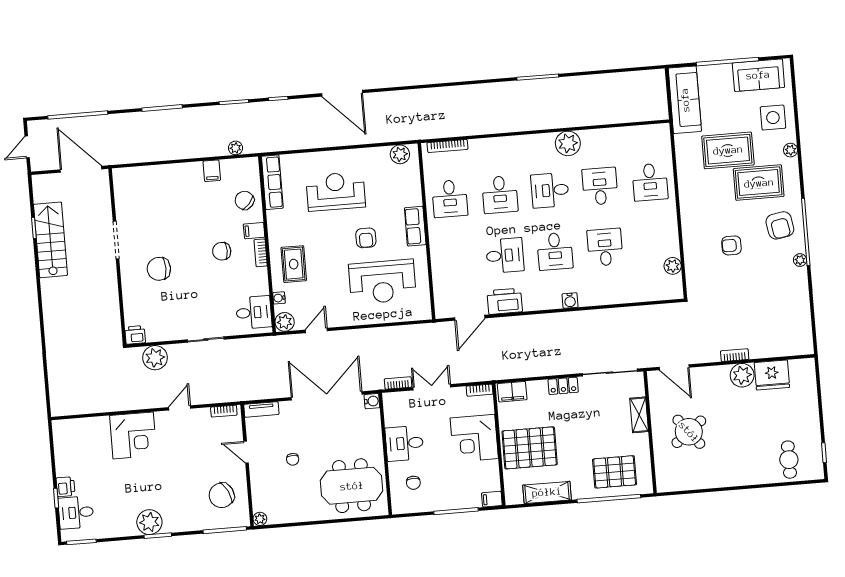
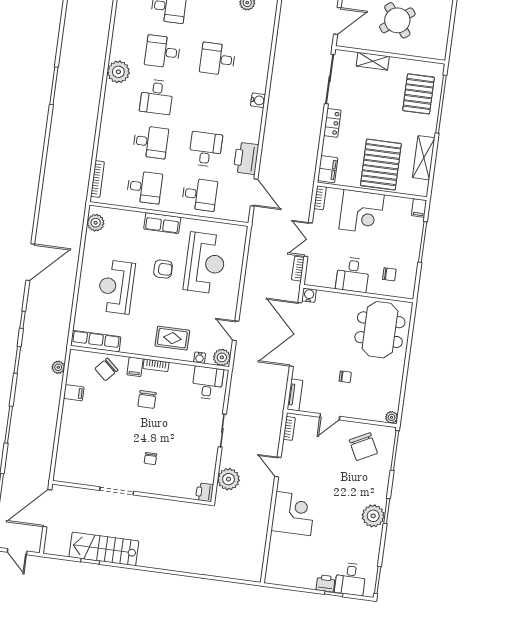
desk: (555, 251) -> (199, 194), moved
chair: (159, 269) -> (150, 459), width x0.54, depth x0.54

